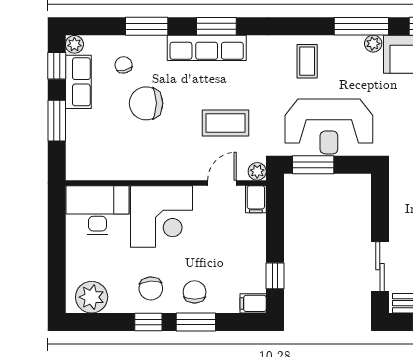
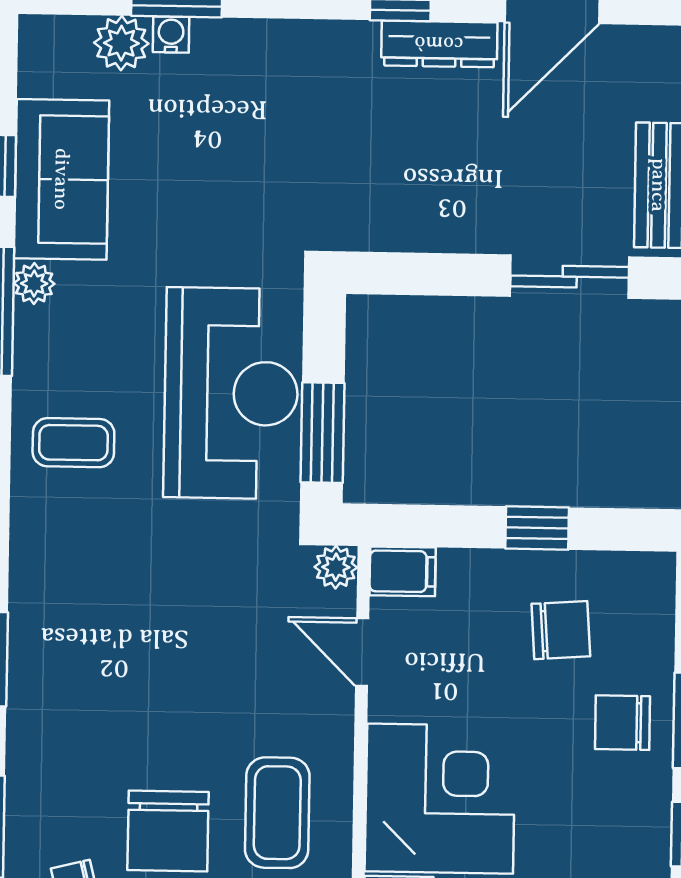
row of seats: (207, 48) -> (37, 683), removed
coffee table: (225, 123) -> (277, 813), moved
window: (275, 276) -> (537, 528), moved
chair: (151, 288) -> (561, 630), moved
filing cabinet: (253, 303) -> (653, 582), removed

